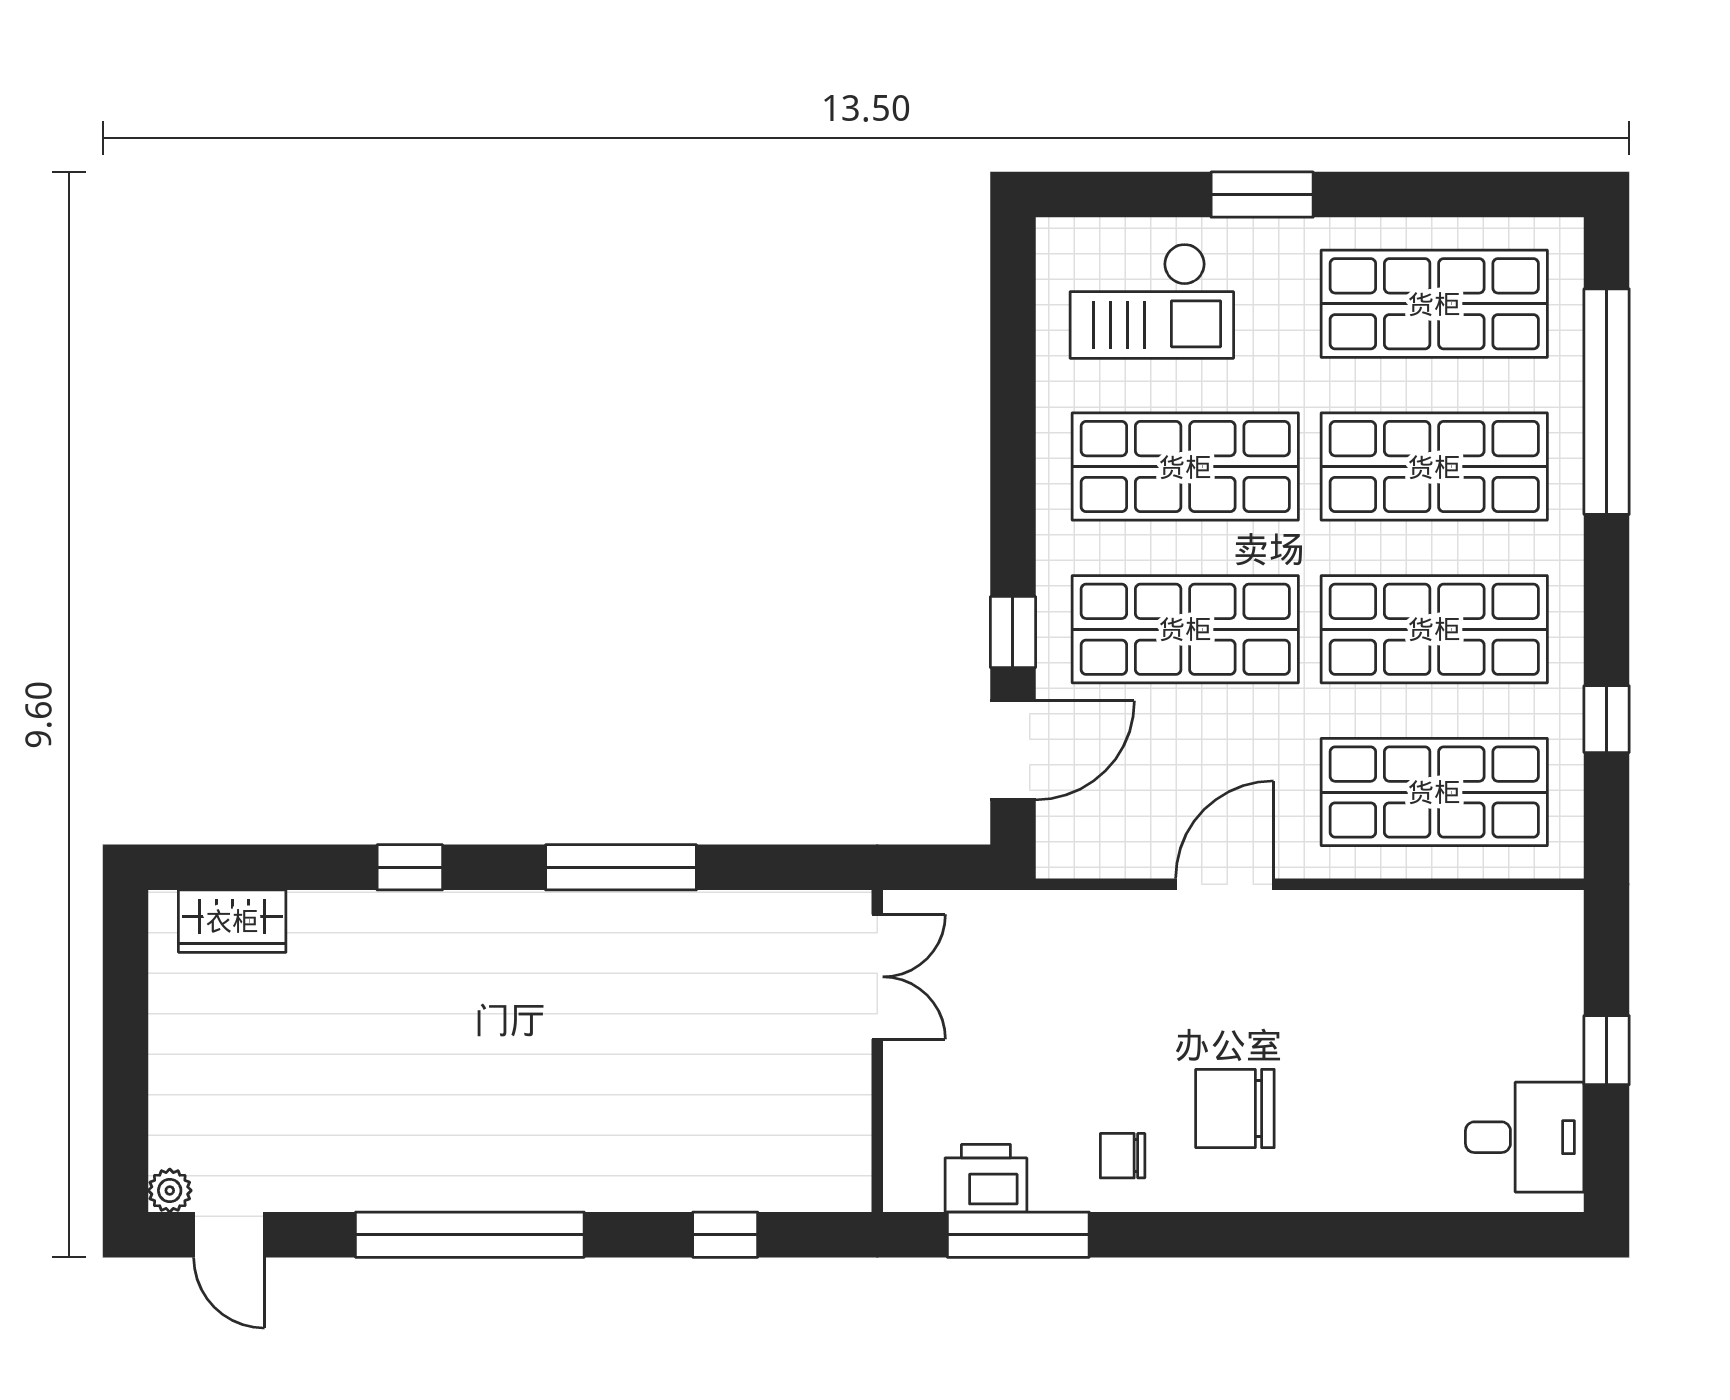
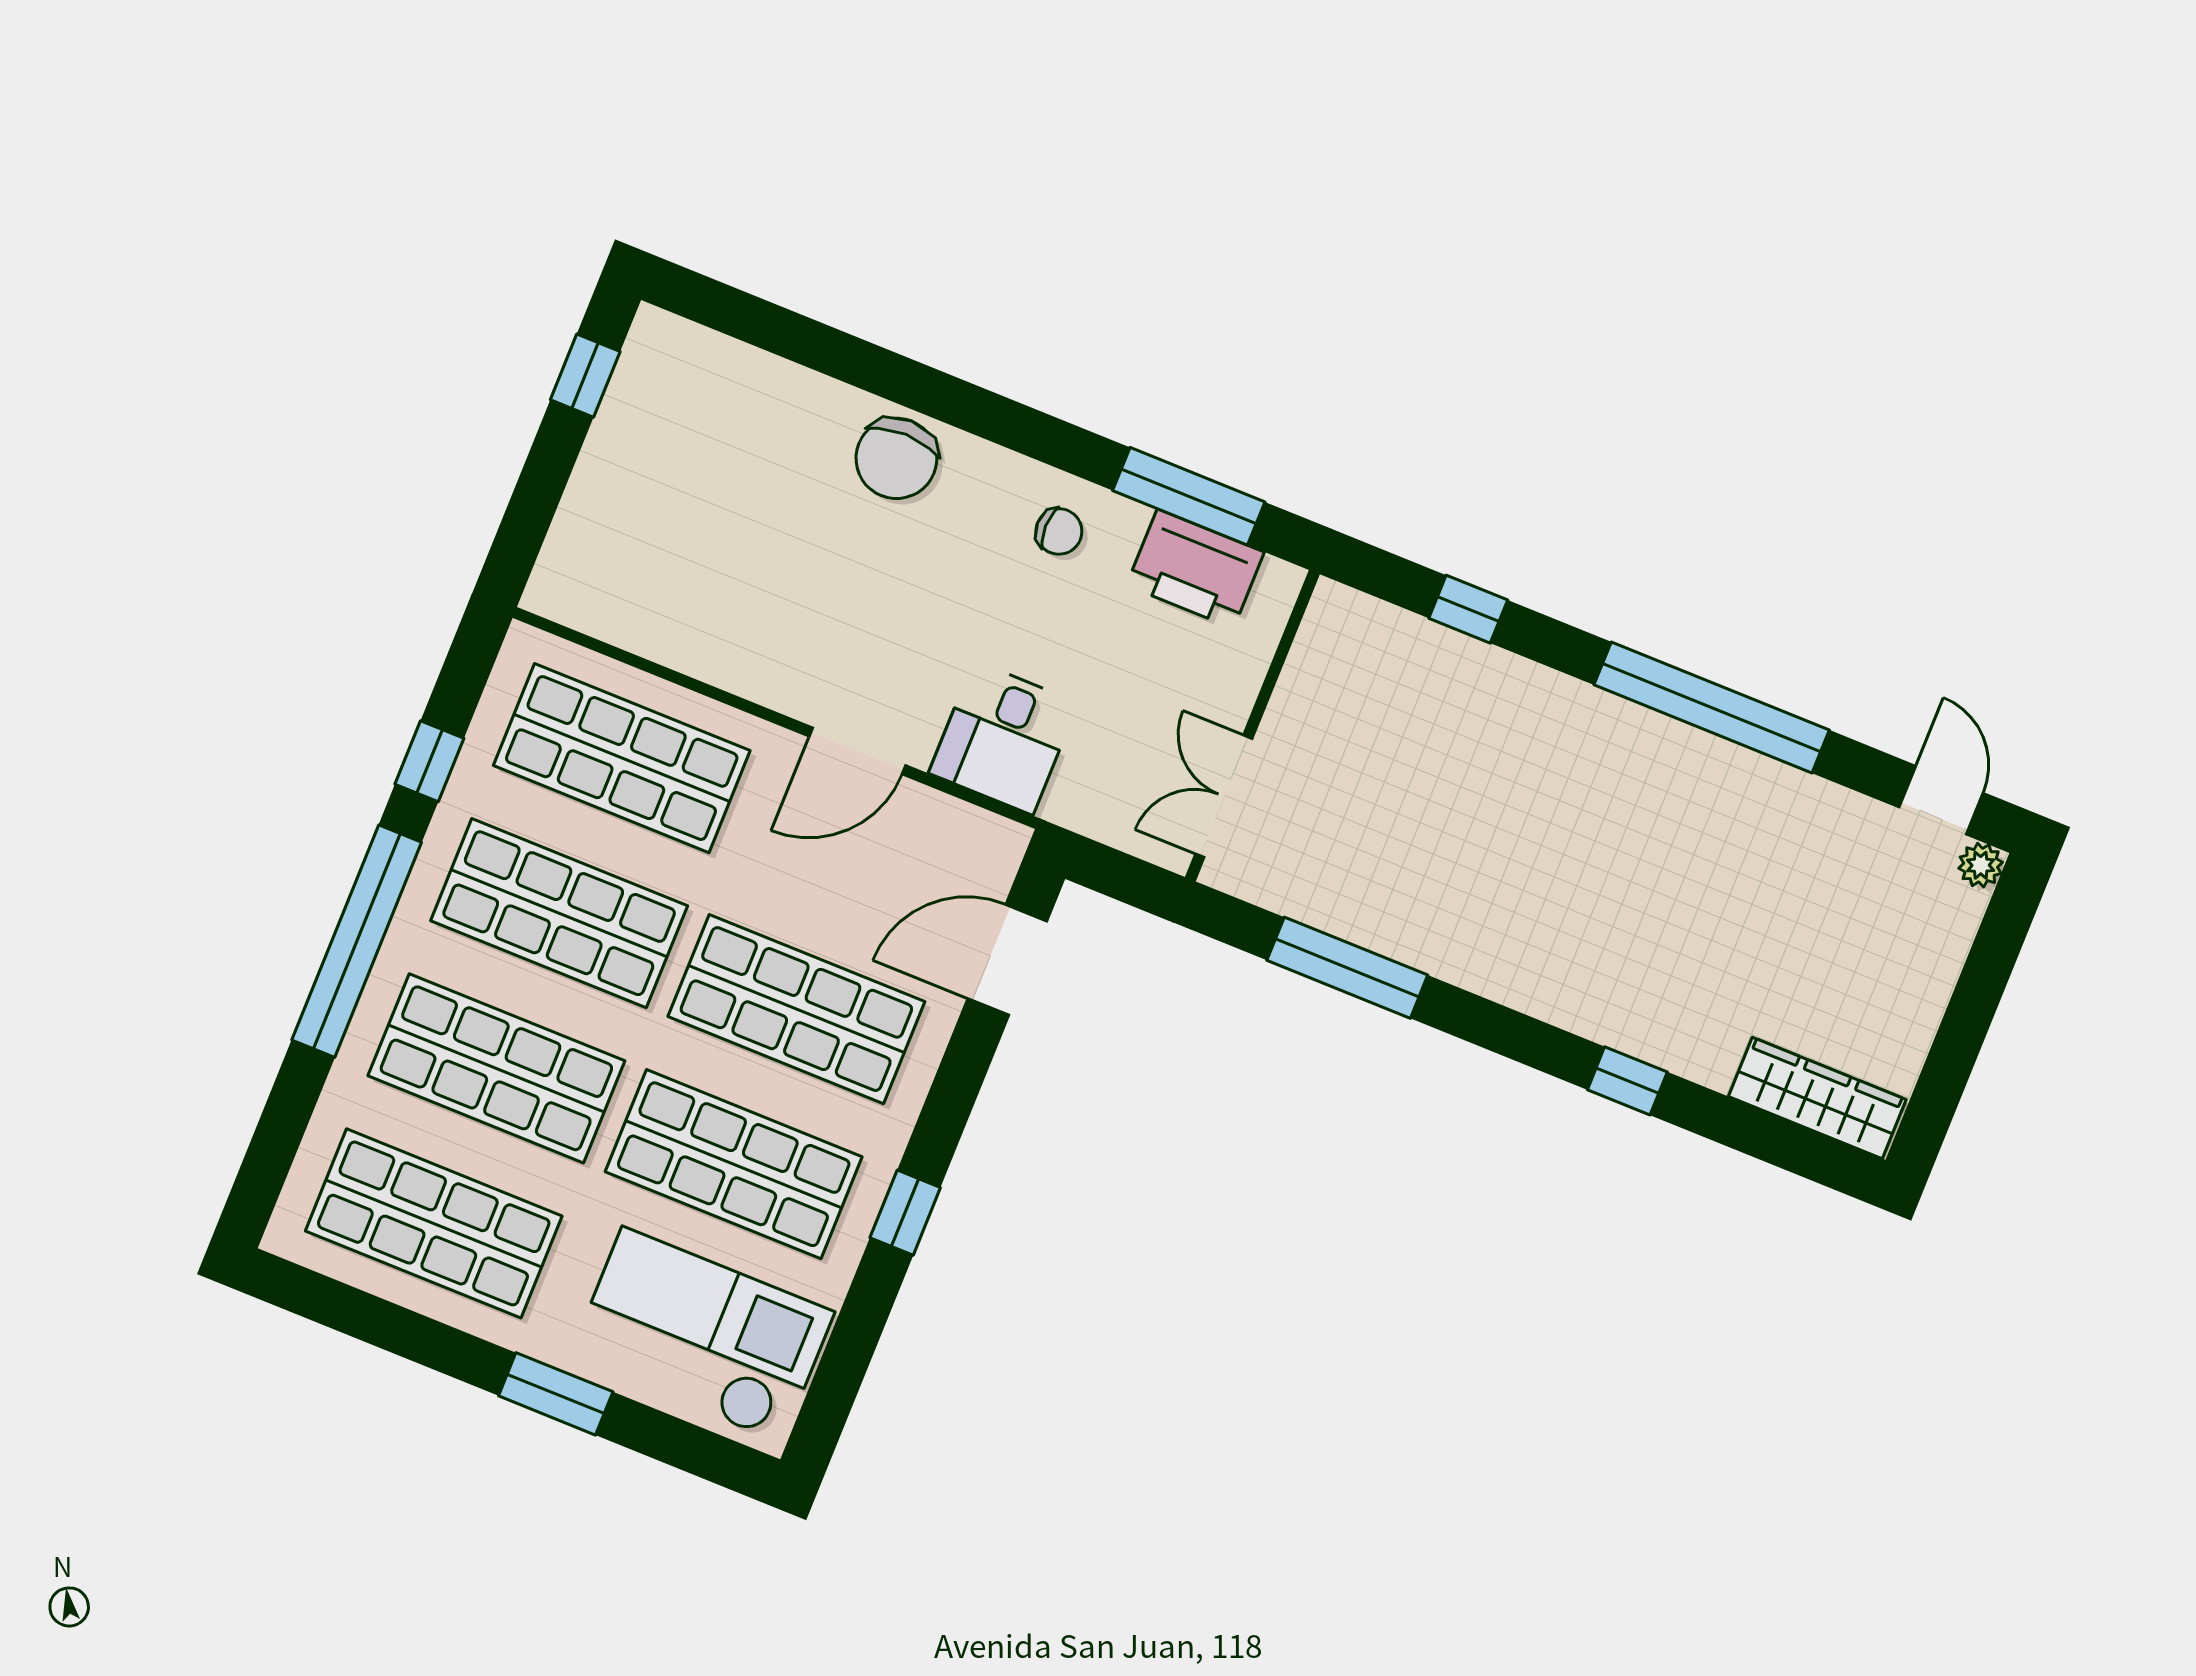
checkout: (1152, 301) -> (702, 1335), width x1.36, depth x1.21
window: (1607, 402) -> (357, 941), moved
window: (1013, 632) -> (905, 1213), moved
window: (621, 867) -> (1347, 968), moved
wardrobe: (232, 921) -> (1817, 1098), width x1.50
window: (1607, 1050) -> (585, 376), moved
chair: (1235, 1109) -> (896, 458), moved, turned 90
desk: (1525, 1137) -> (1003, 738), moved, turned -90
printer: (986, 1178) -> (1195, 569), width x1.37, depth x1.19

